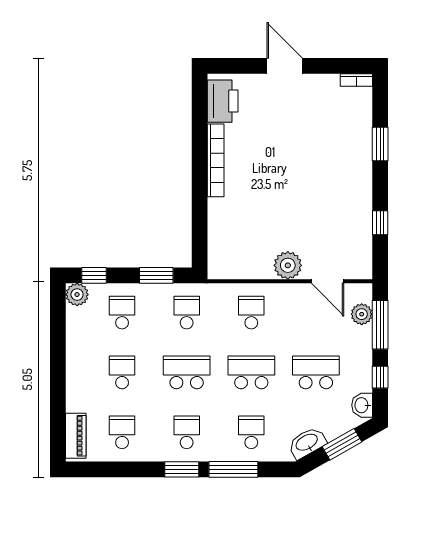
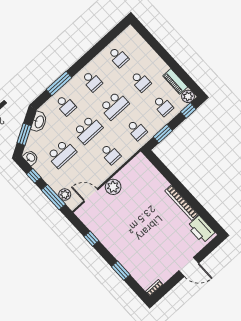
piano: (76, 436) -> (175, 81), moved
window: (182, 469) -> (80, 64), removed

